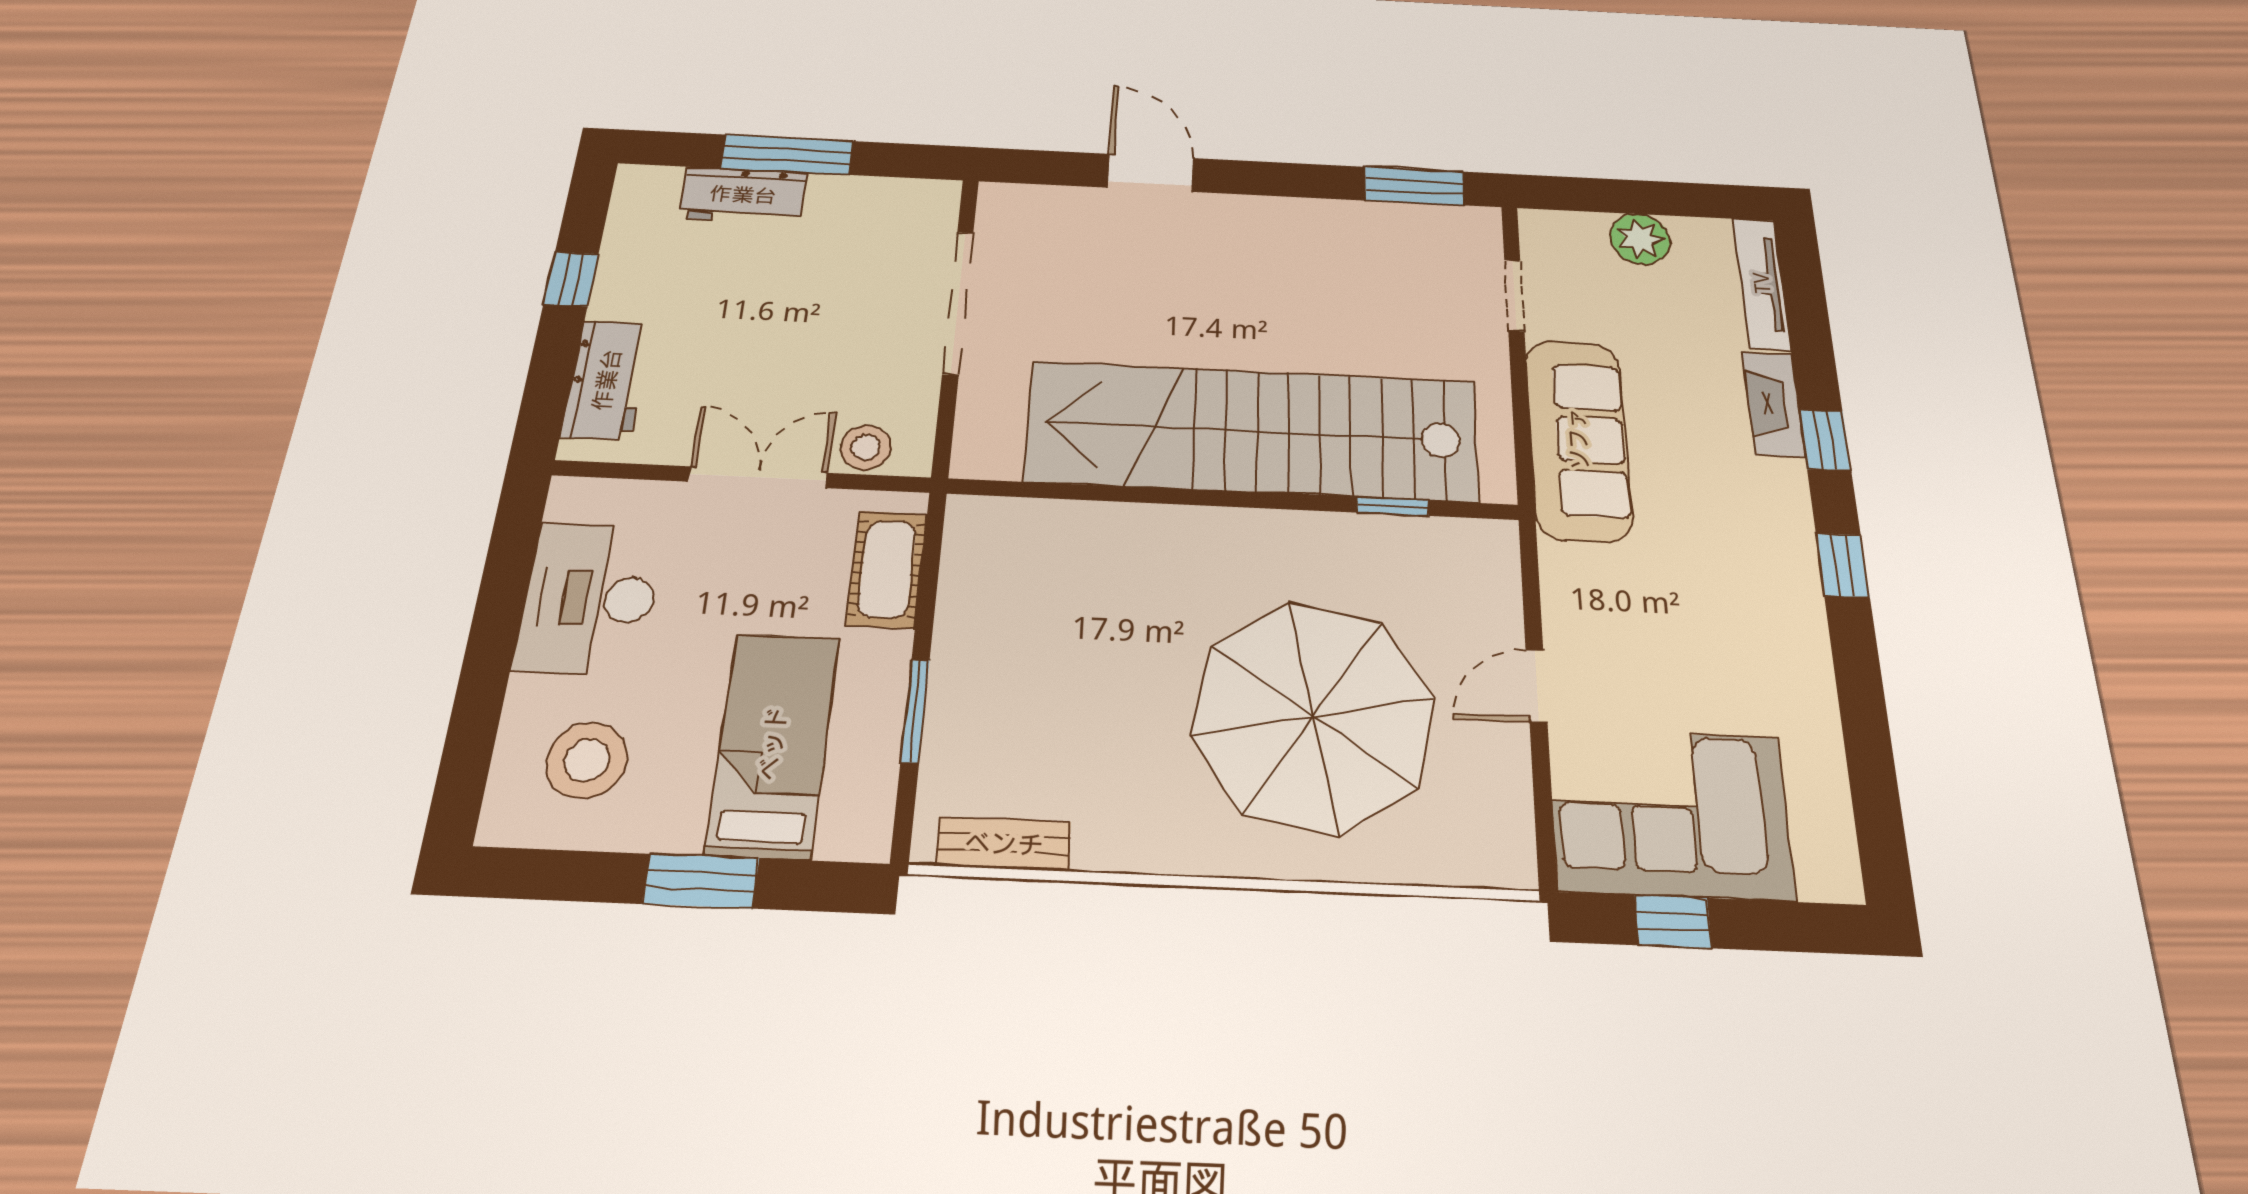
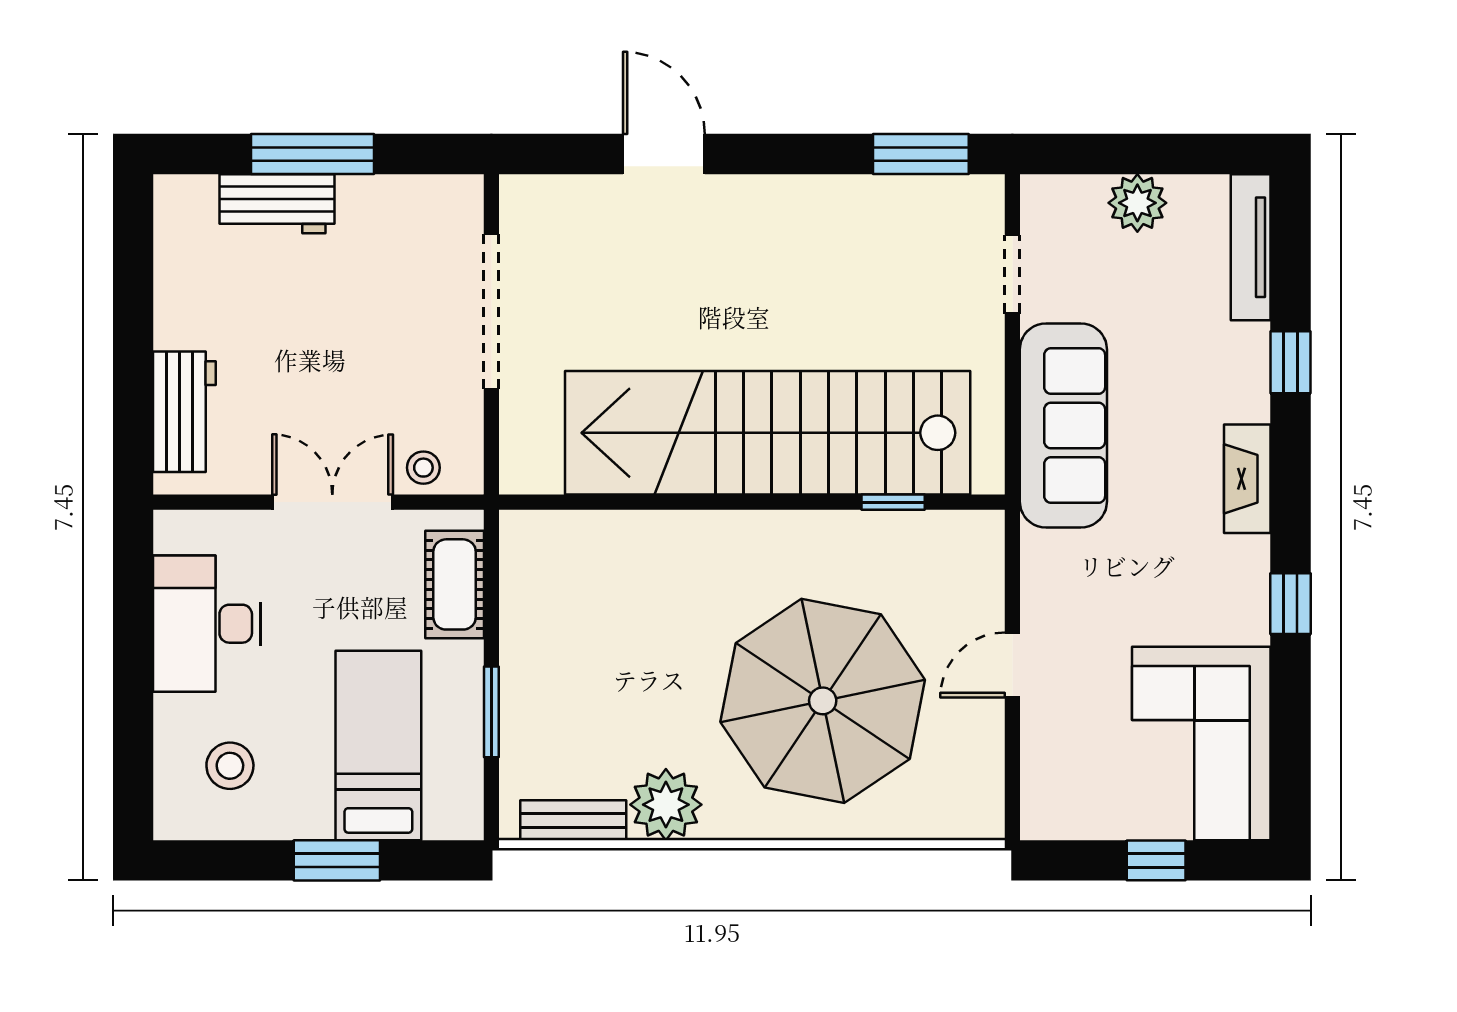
window: (571, 279) -> (133, 307), removed
fireplace: (1774, 404) -> (1247, 479), moved
window: (1825, 440) -> (1291, 362), moved
stool: (866, 447) -> (423, 468), width x0.73, depth x0.73
window: (1843, 565) -> (1291, 604), moved
stool: (587, 760) -> (230, 766), width x0.73, depth x0.73
corner sofa: (1670, 813) -> (1201, 743), moved, turned -90
plant: (1120, 830) -> (666, 805), added
window: (1673, 922) -> (1156, 860), moved

